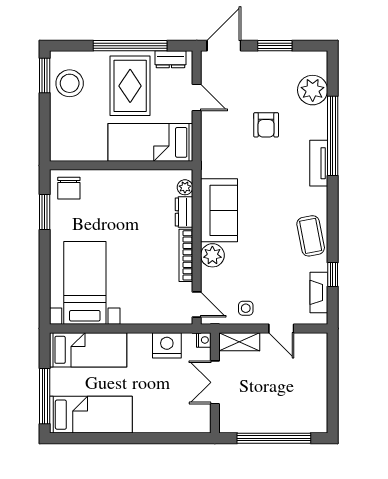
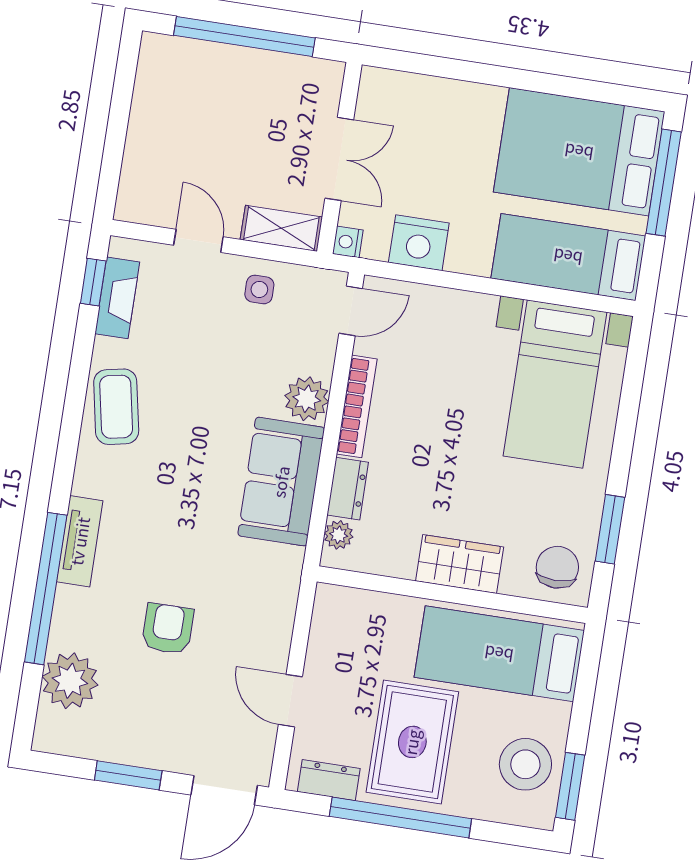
bed: (150, 142) -> (499, 654), moved, turned 180
wardrobe: (120, 182) -> (460, 564), added
window: (333, 275) -> (93, 282), moved
door: (197, 304) -> (351, 311), swing flipped
bed: (91, 415) -> (579, 152), width x1.50

